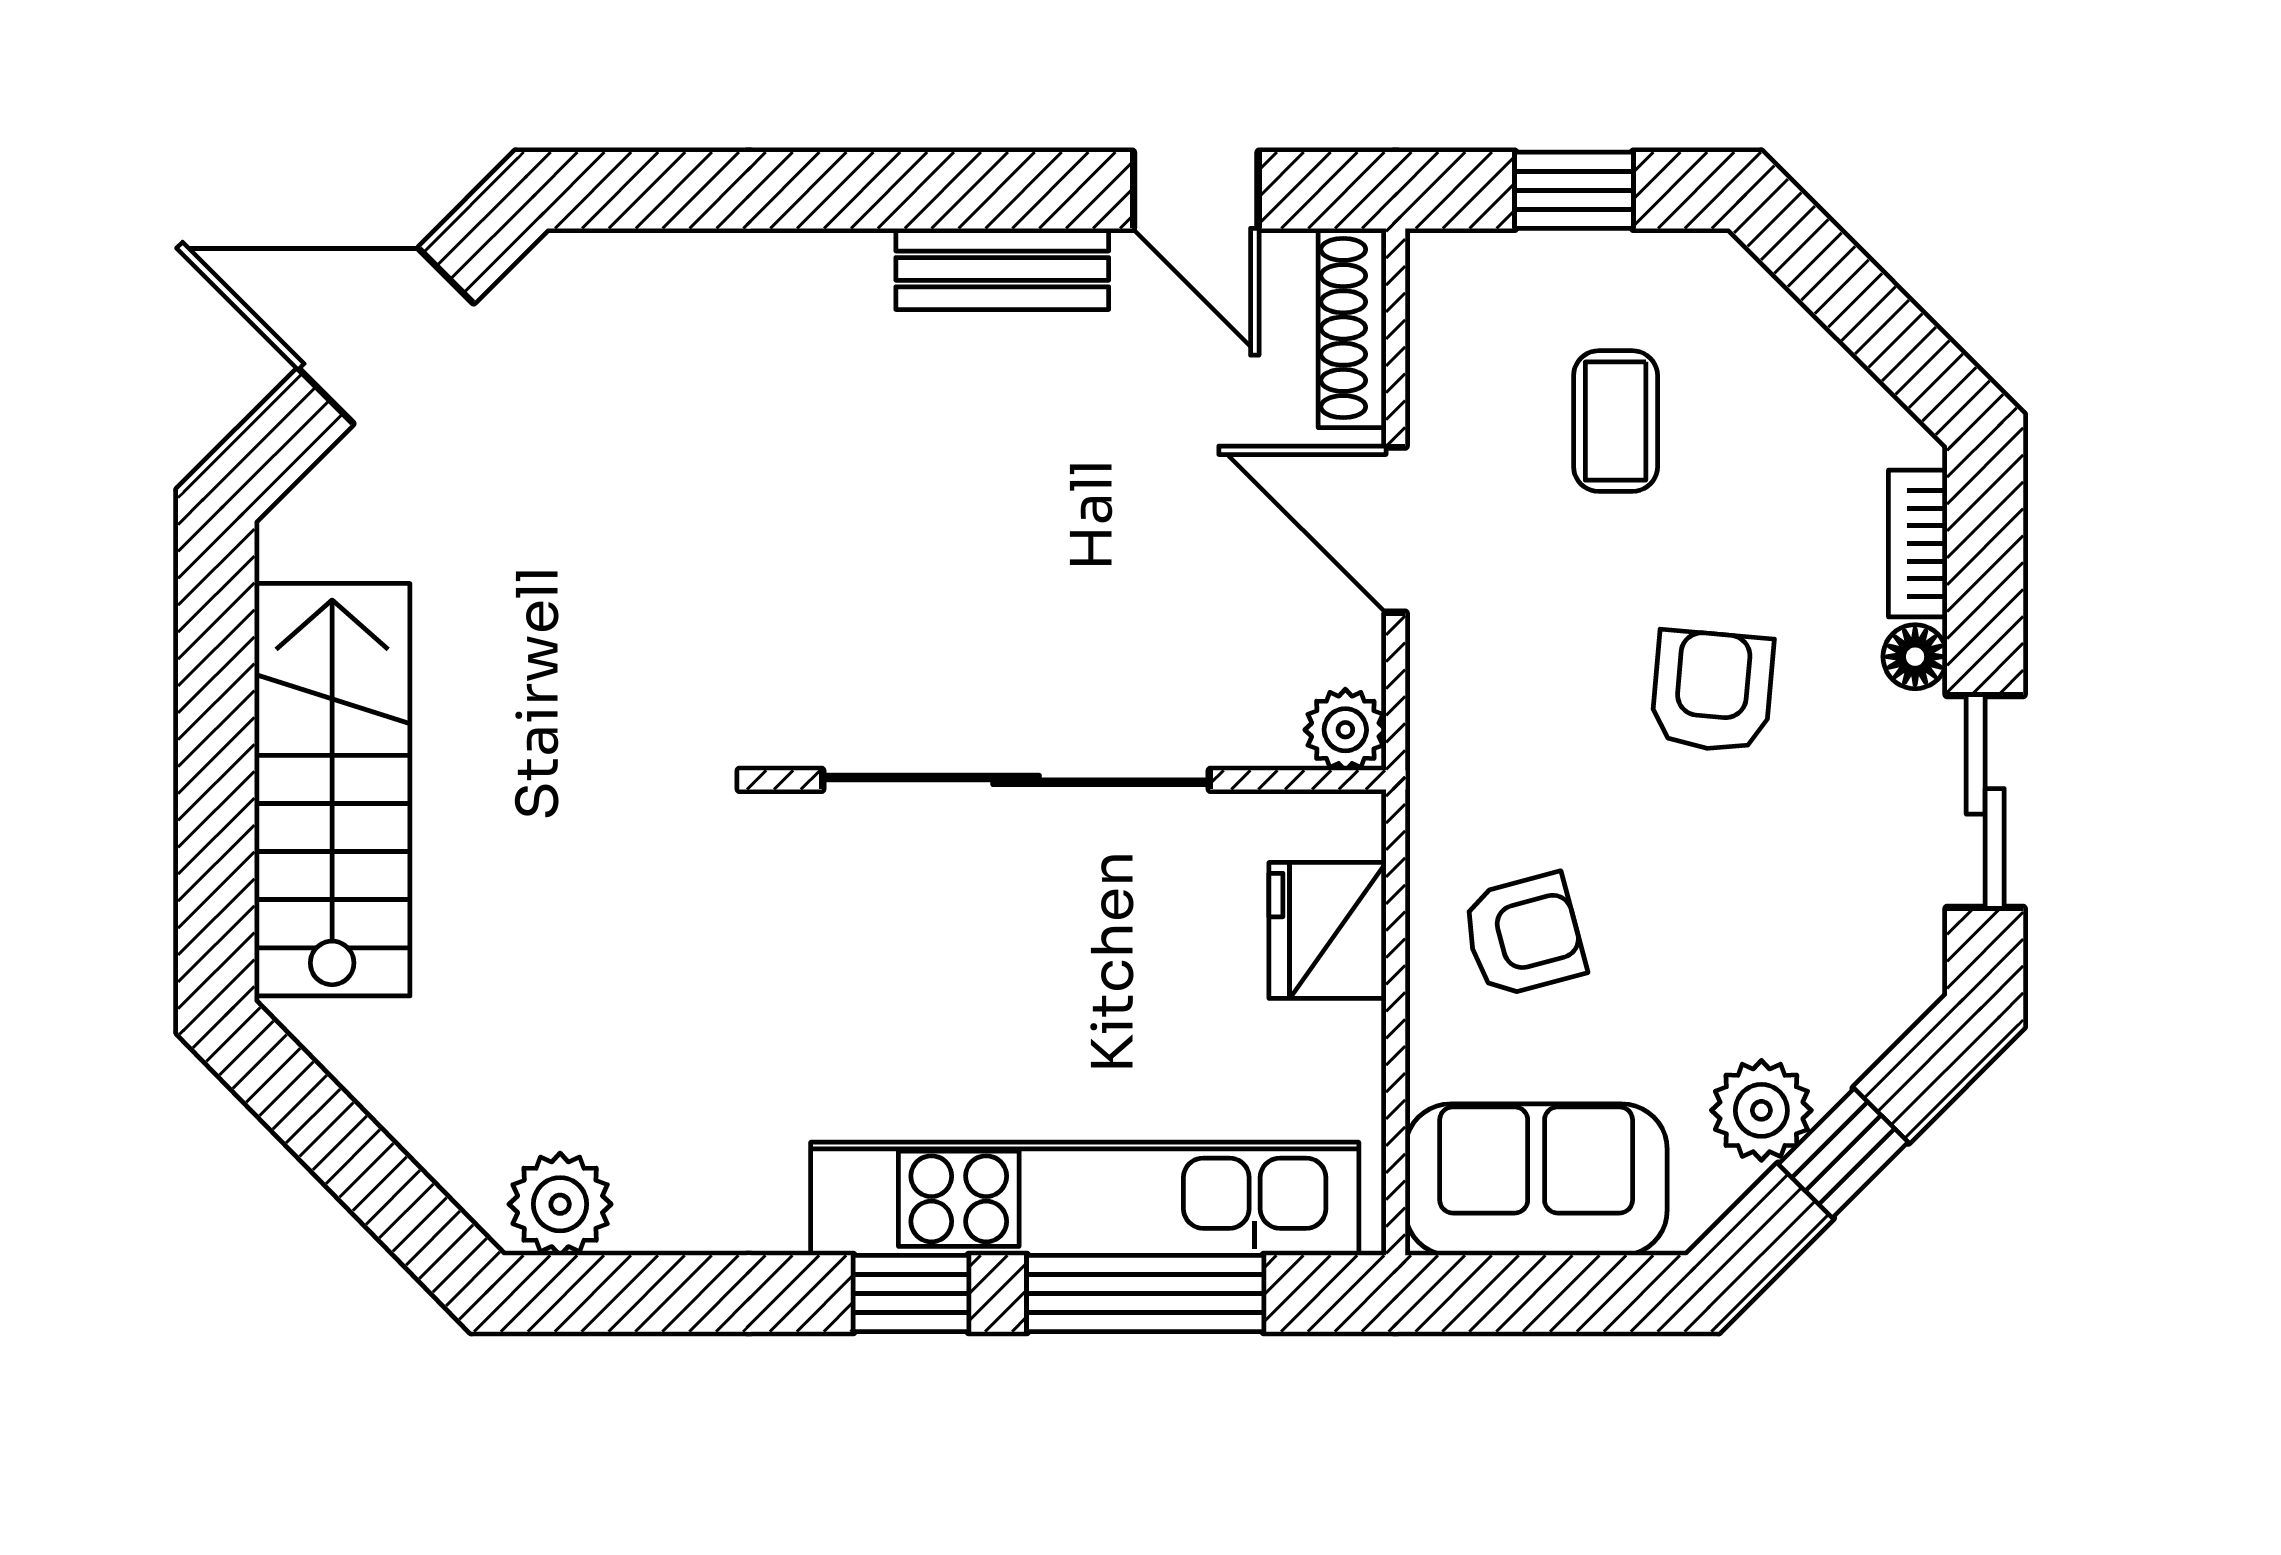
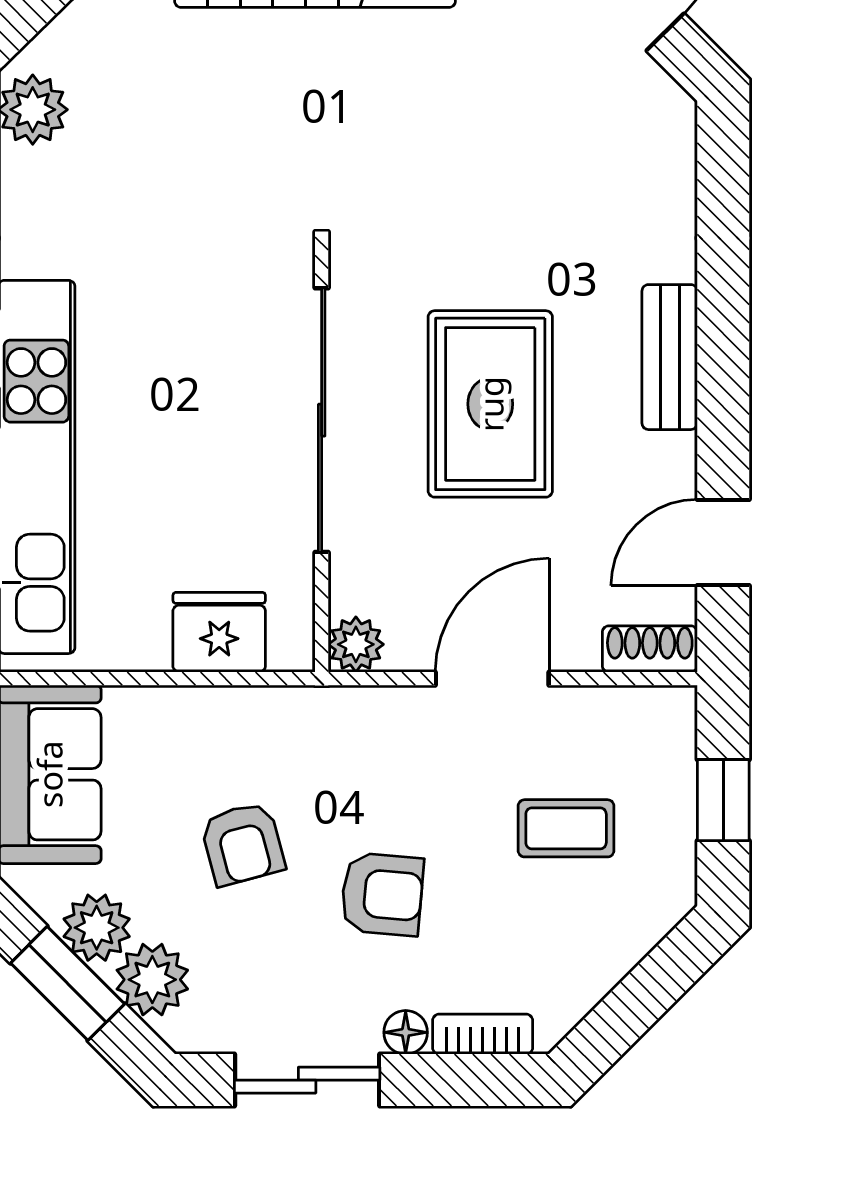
bench: (1002, 269) -> (670, 357), moved
shoe rack: (1352, 328) -> (650, 649), width x0.70
rug: (992, 532) -> (490, 404), added
armchair: (1523, 935) -> (243, 844), moved
plant: (1838, 1029) -> (152, 980), added
window: (1843, 1153) -> (68, 983), width x1.50

